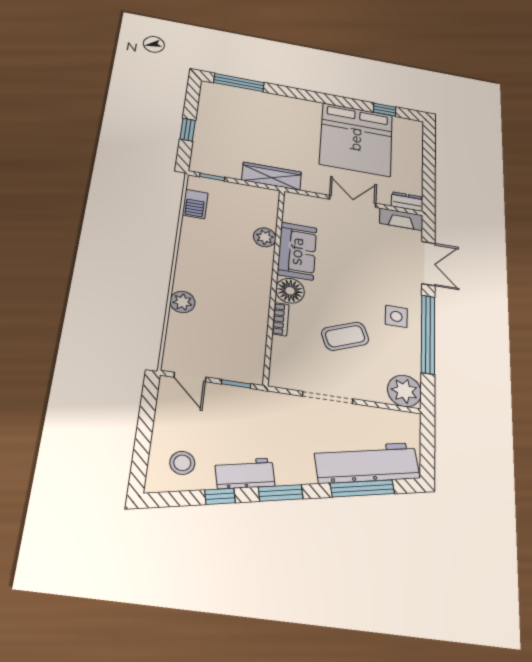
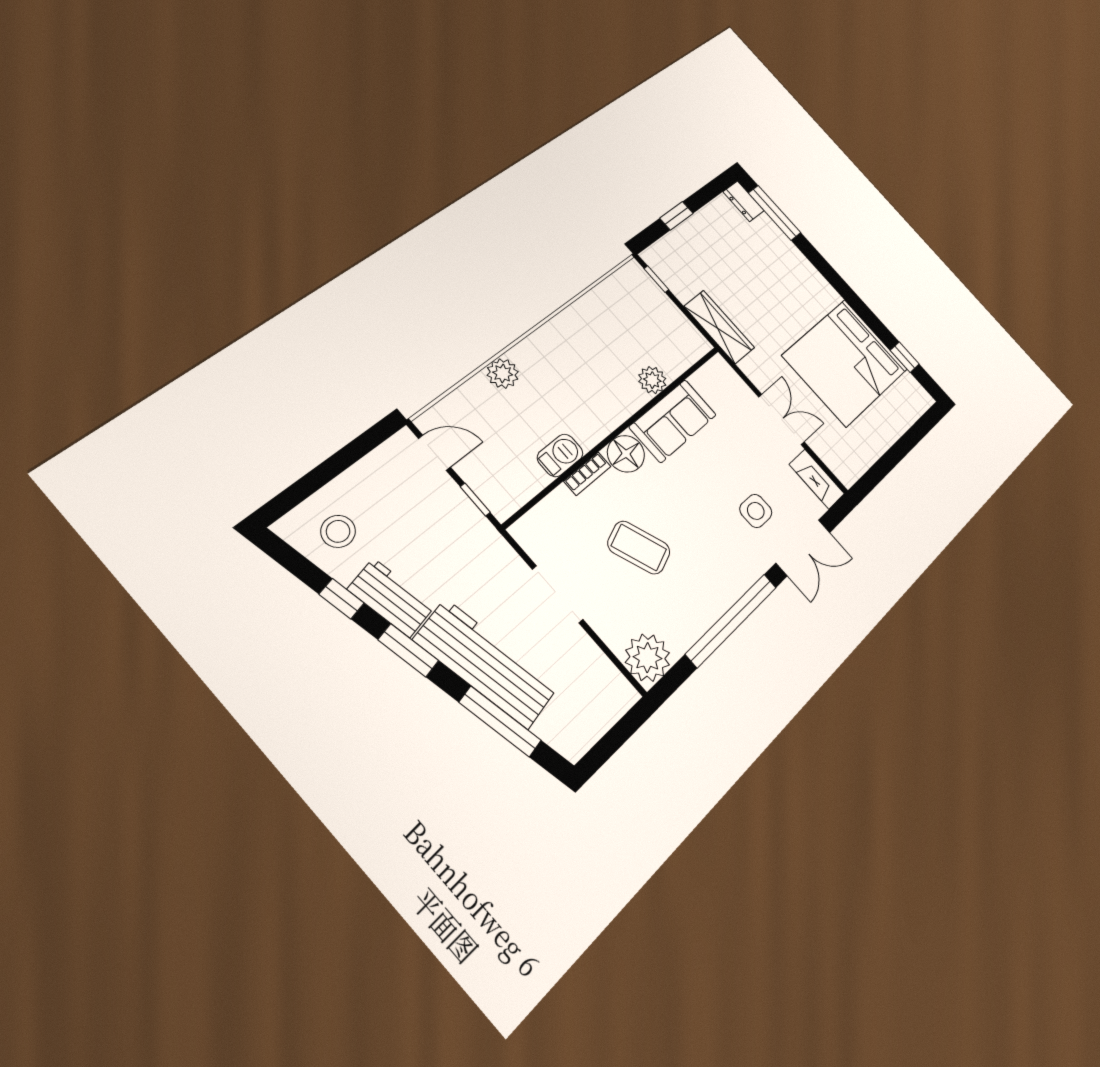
dresser: (407, 202) -> (743, 201), moved, turned 180
barbecue: (195, 204) -> (560, 455), moved, turned 180
side table: (396, 316) -> (756, 511), moved
door: (190, 377) -> (434, 453), swing flipped
workbench: (367, 463) -> (486, 663), moved

